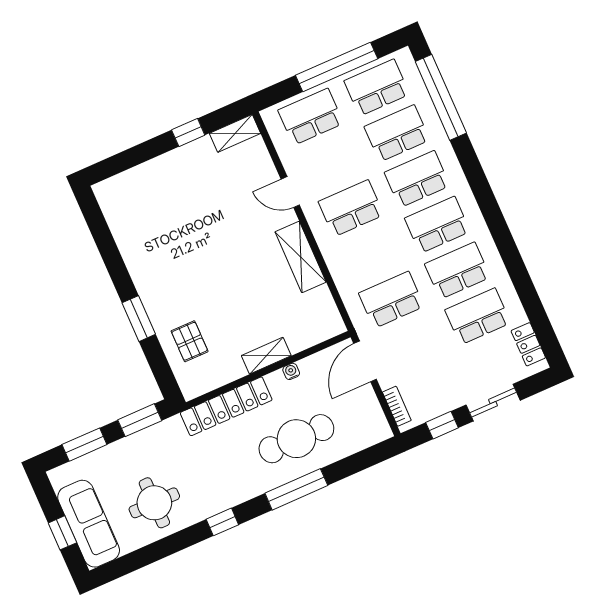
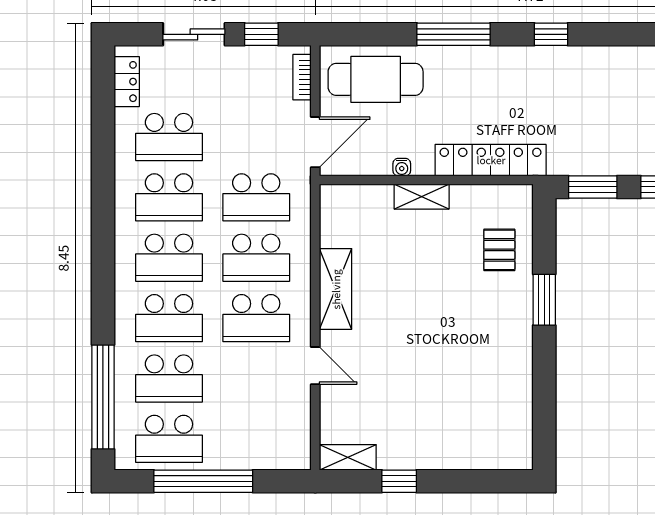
school desk: (311, 117) -> (256, 258), moved
cafe table: (296, 439) -> (376, 79), moved
round table: (154, 503) -> (617, 89), removed

